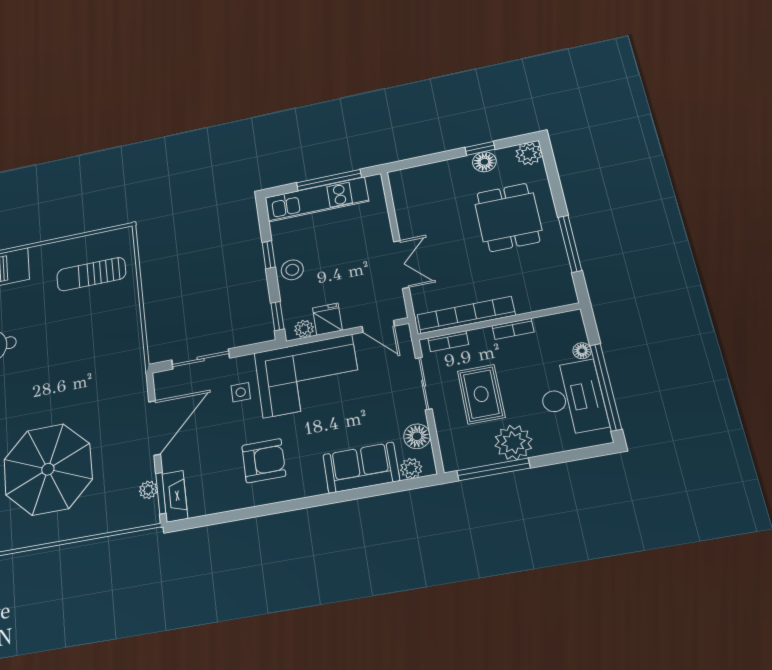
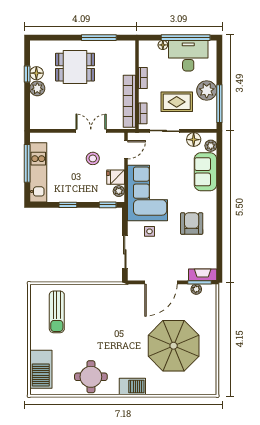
plant: (529, 154) -> (37, 88), moved
stool: (292, 270) -> (93, 158), moved
door: (155, 428) -> (161, 282), swing flipped

